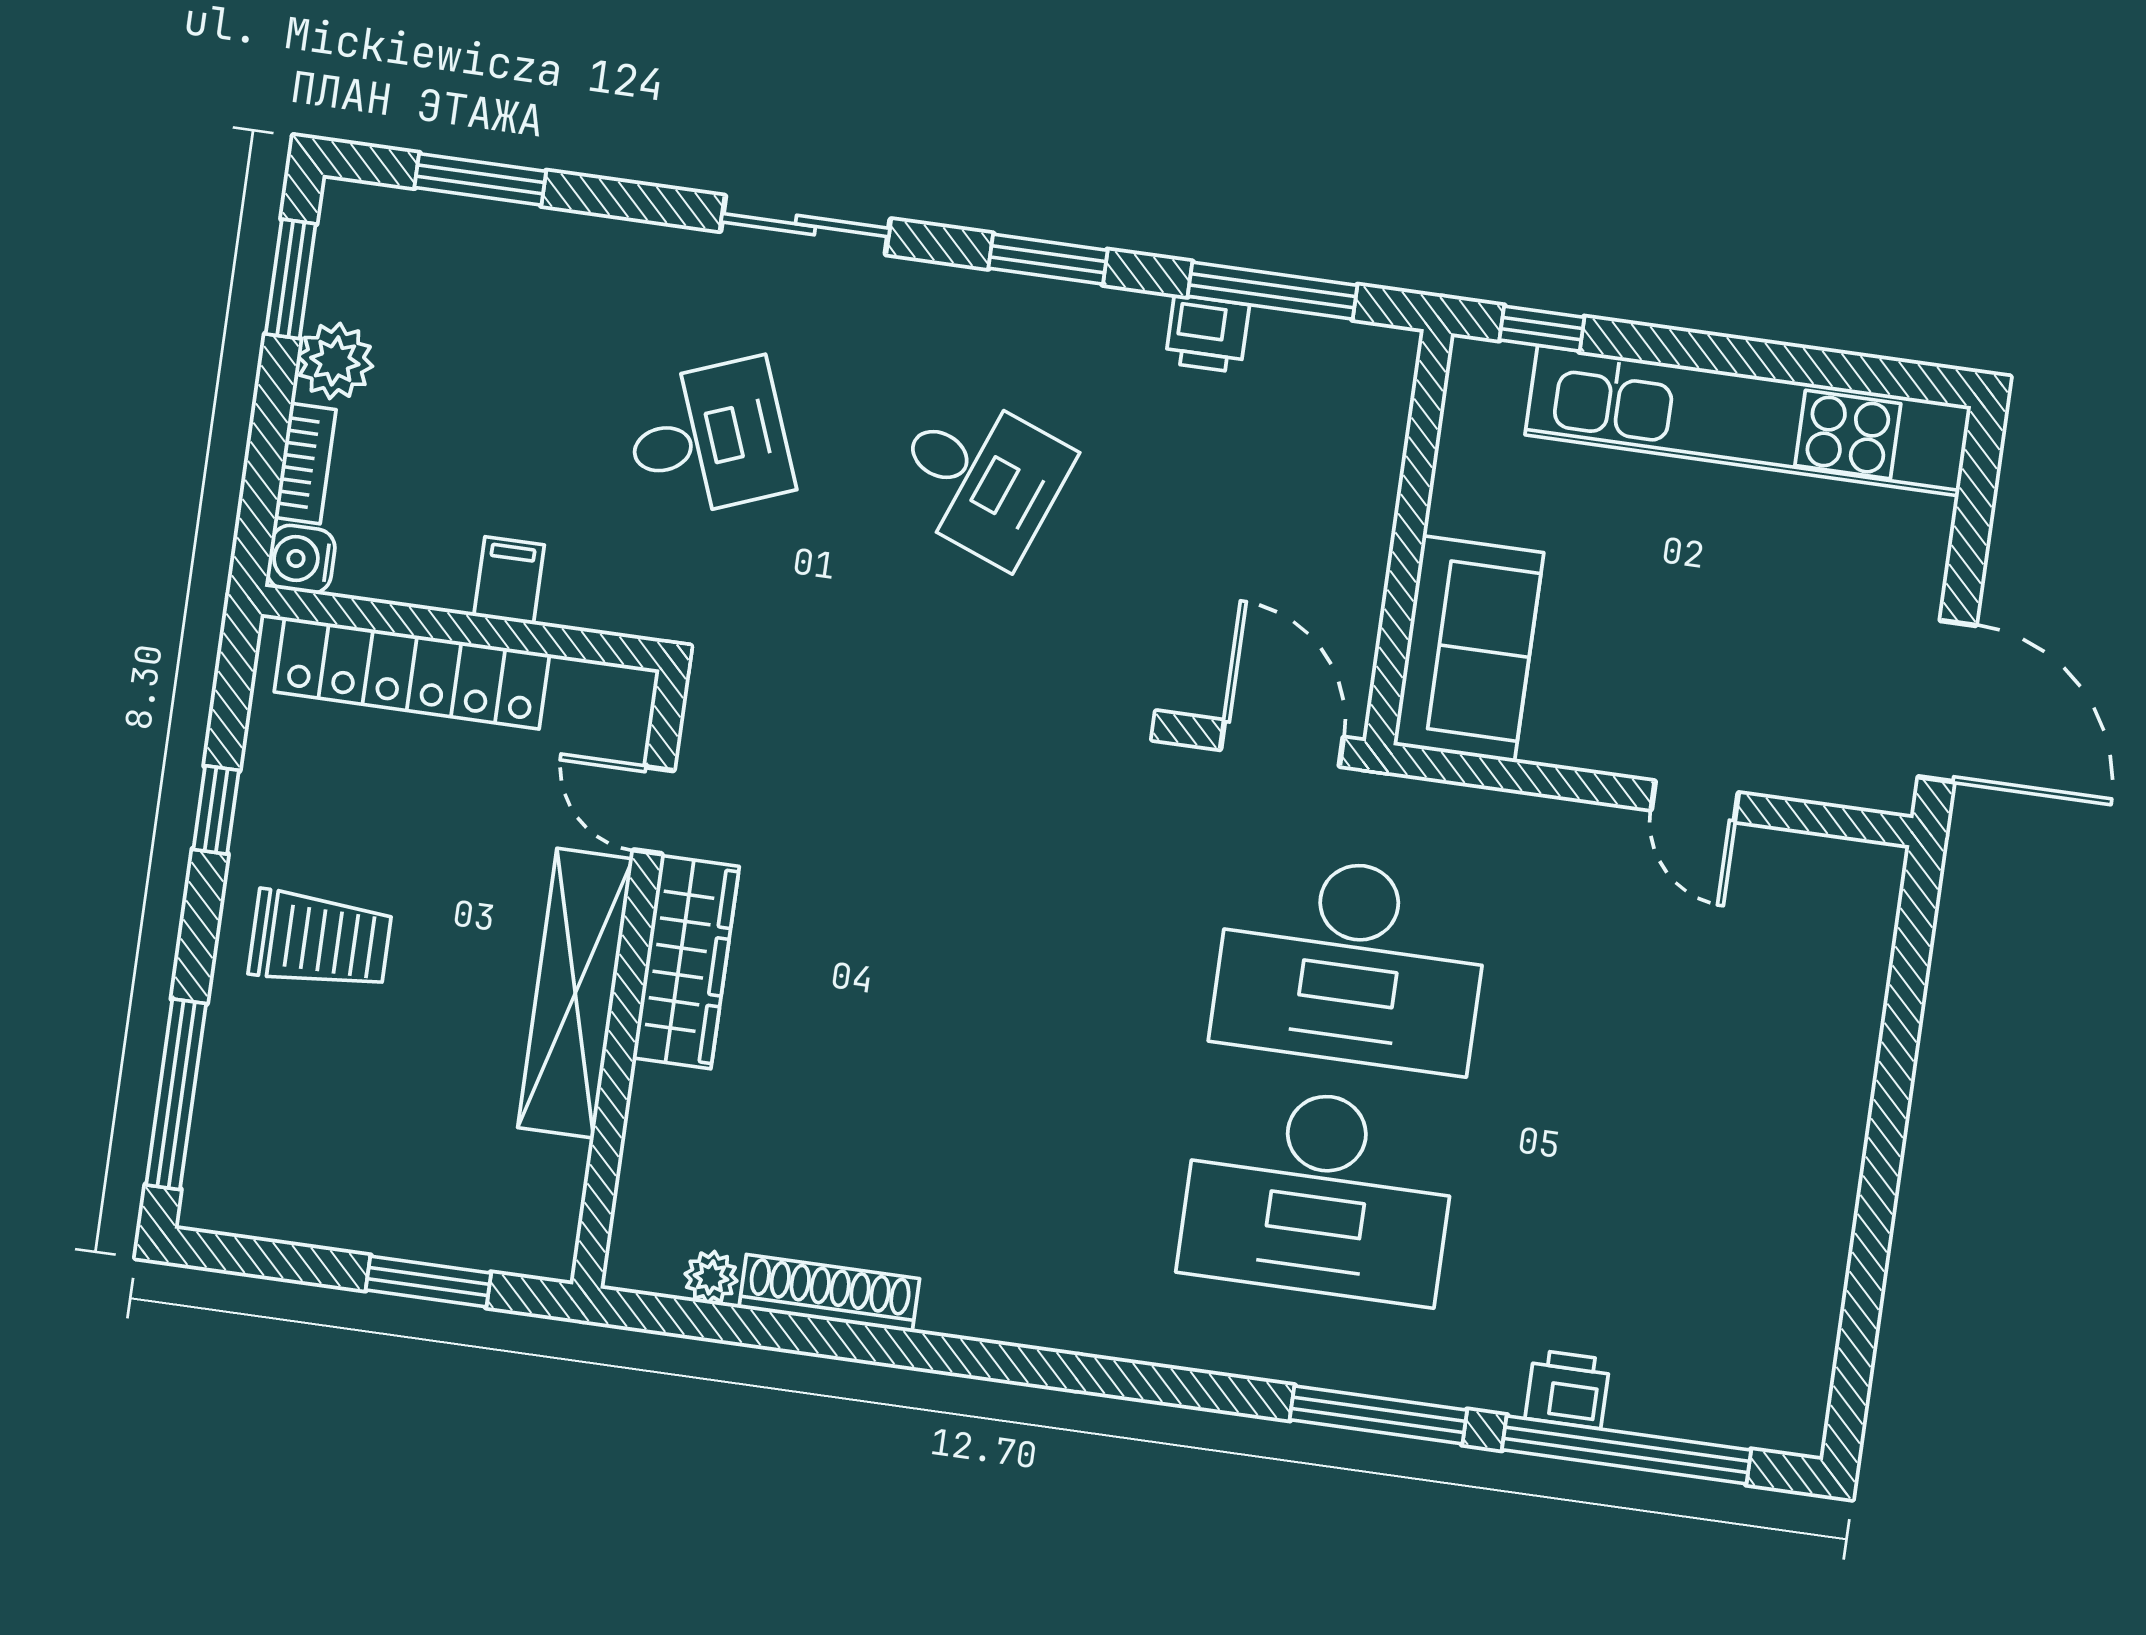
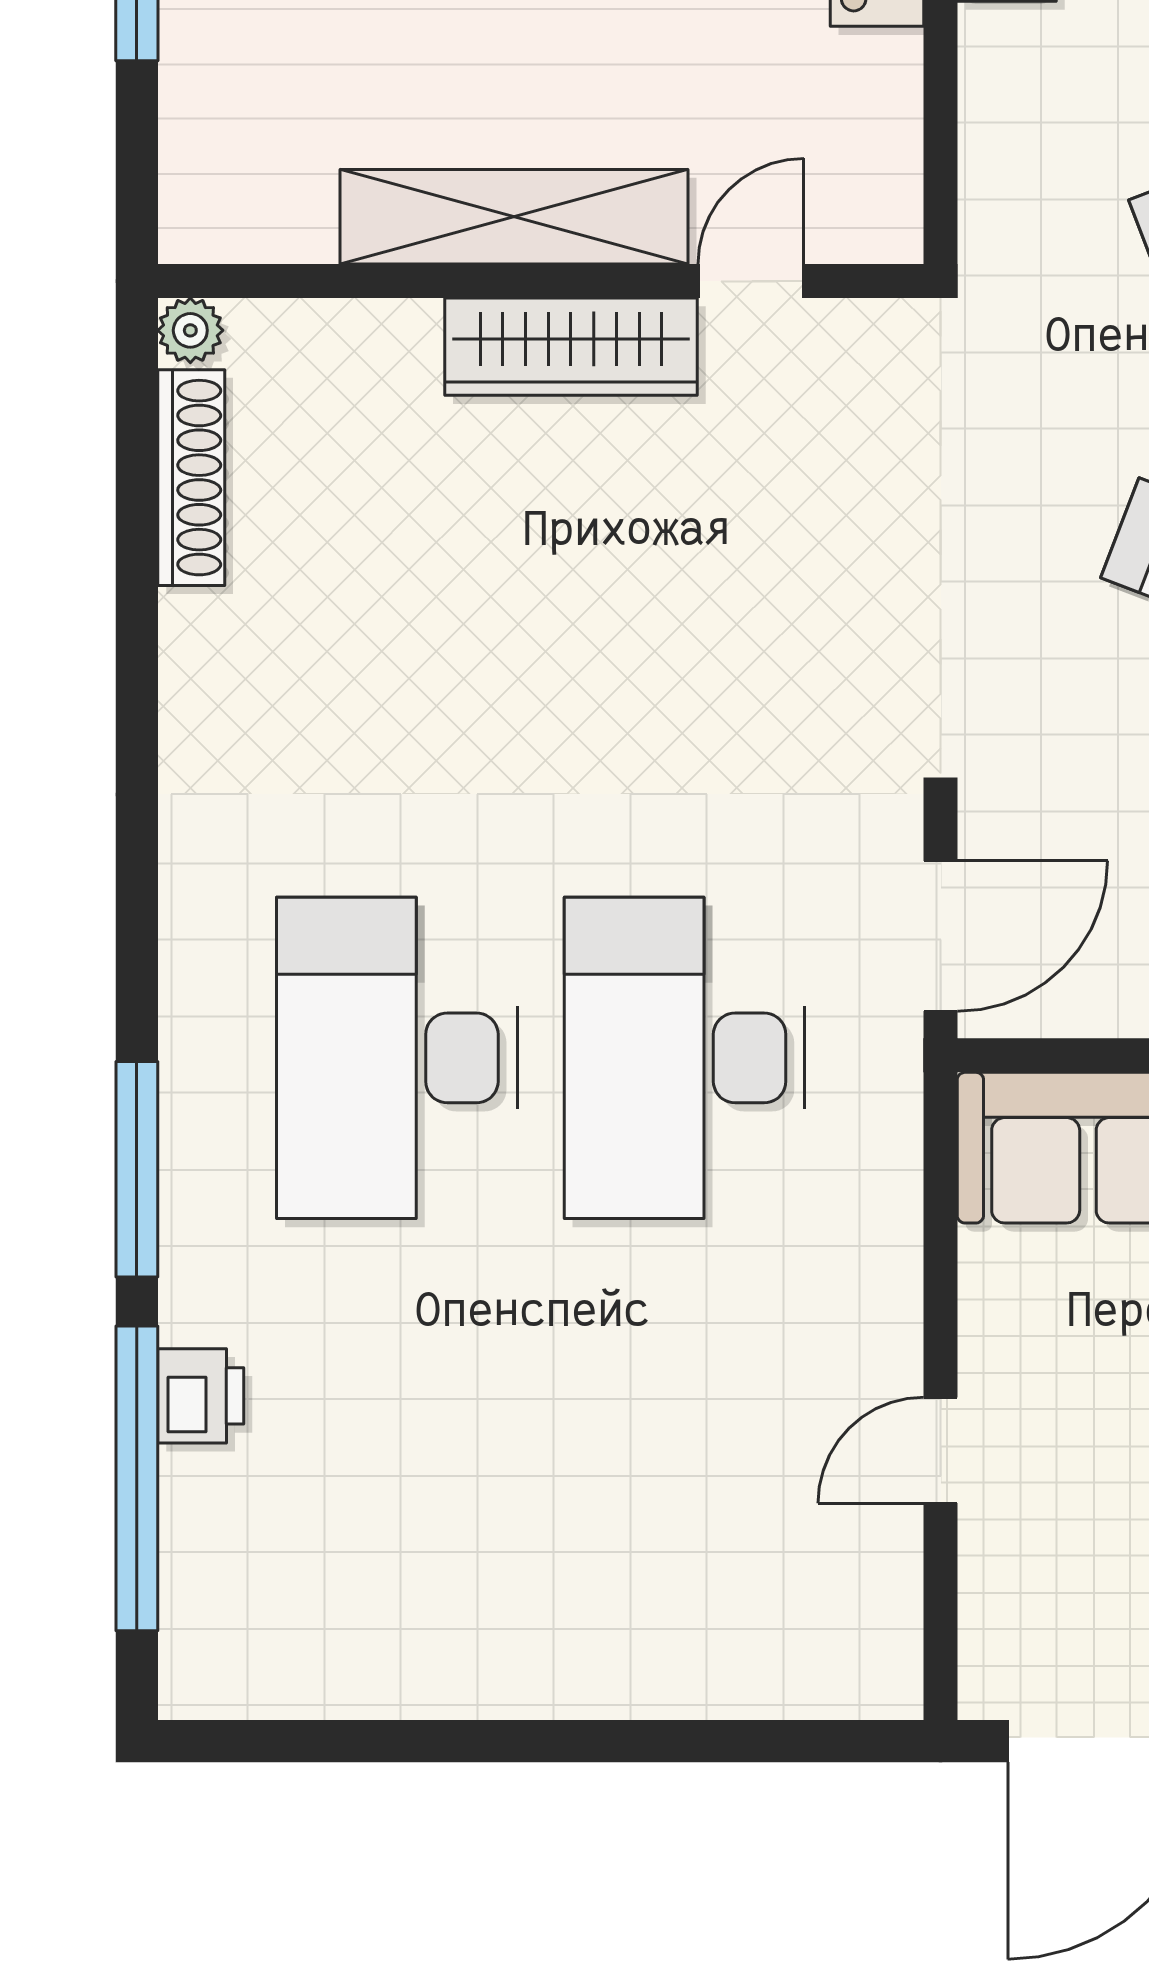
door: (654, 810) -> (751, 281), moved
wardrobe: (686, 962) -> (571, 347), moved
wall: (630, 979) -> (541, 281), moved
shelving: (575, 993) -> (514, 217), moved

